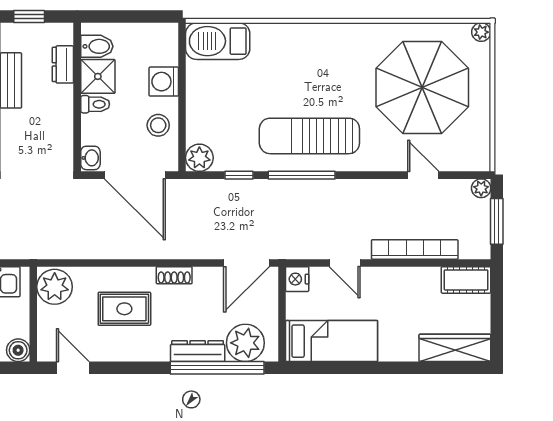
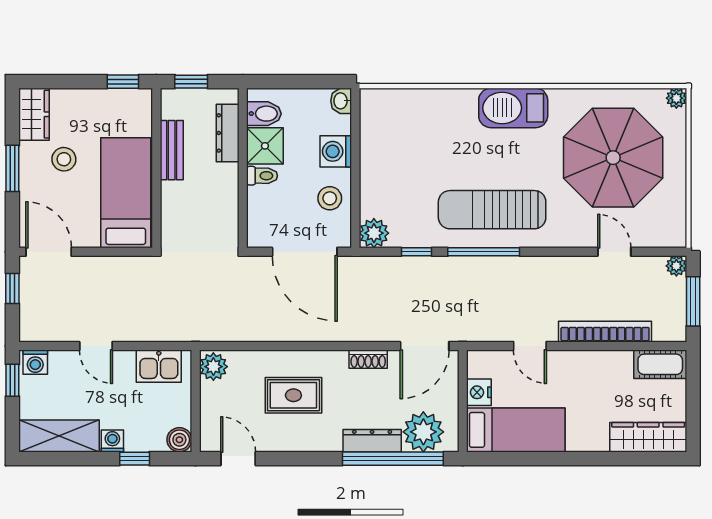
barbecue: (218, 41) -> (513, 108), moved
dresser: (63, 64) -> (228, 133), width x1.44
washbasin: (90, 158) -> (341, 101), moved, turned 180
shoe rack: (174, 275) -> (368, 359), moved
nightstand: (297, 279) -> (479, 392), moved
plant: (55, 287) -> (213, 367), width x0.73, depth x0.73

